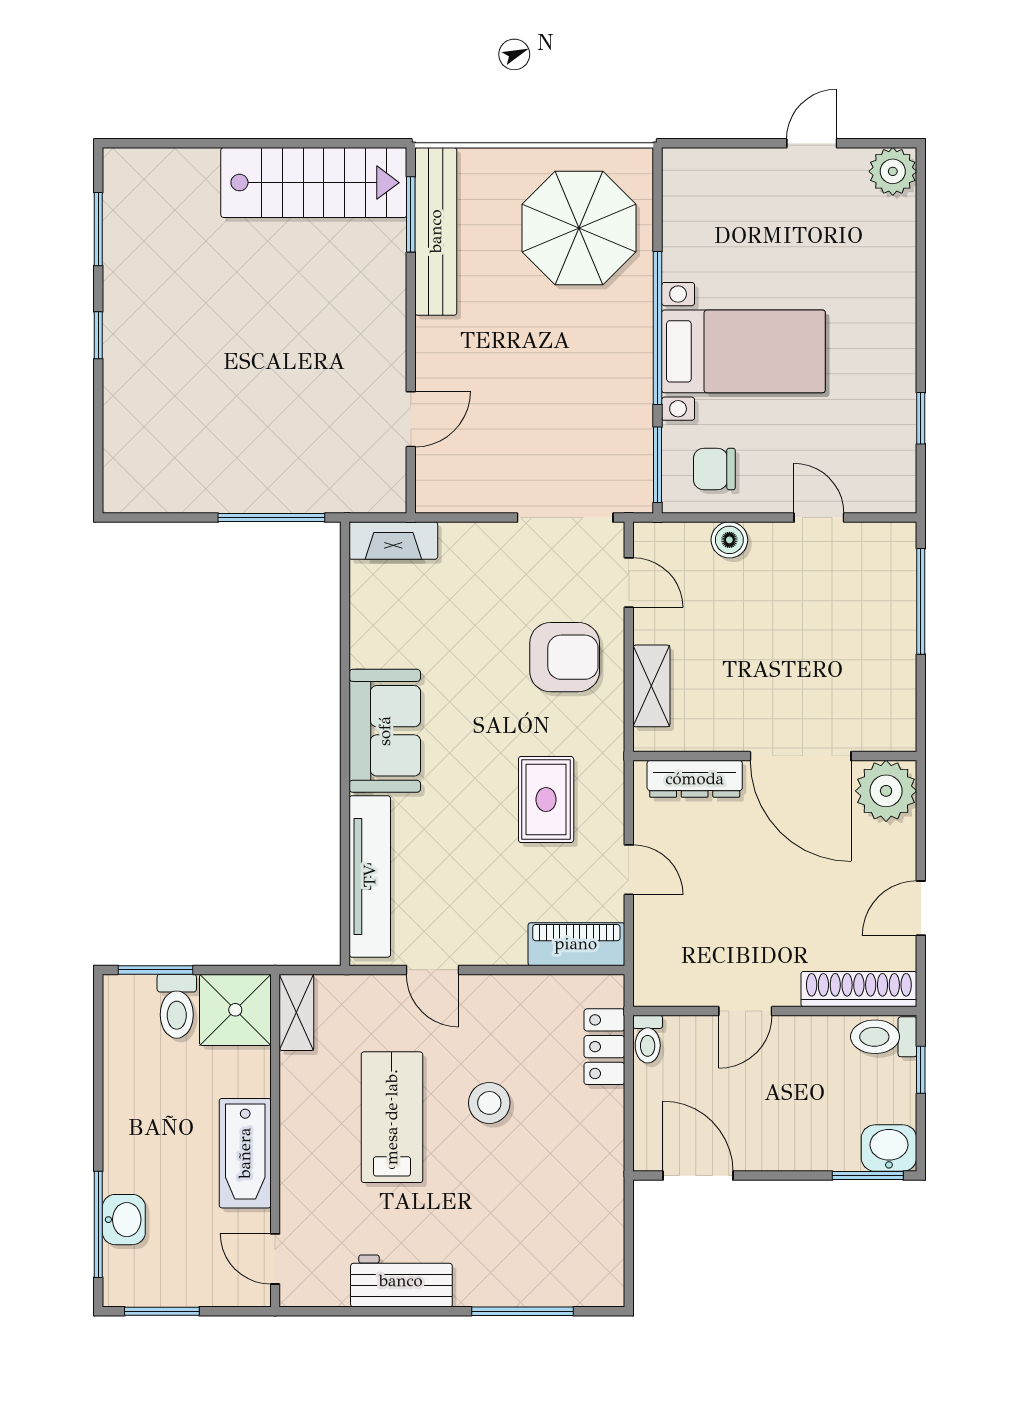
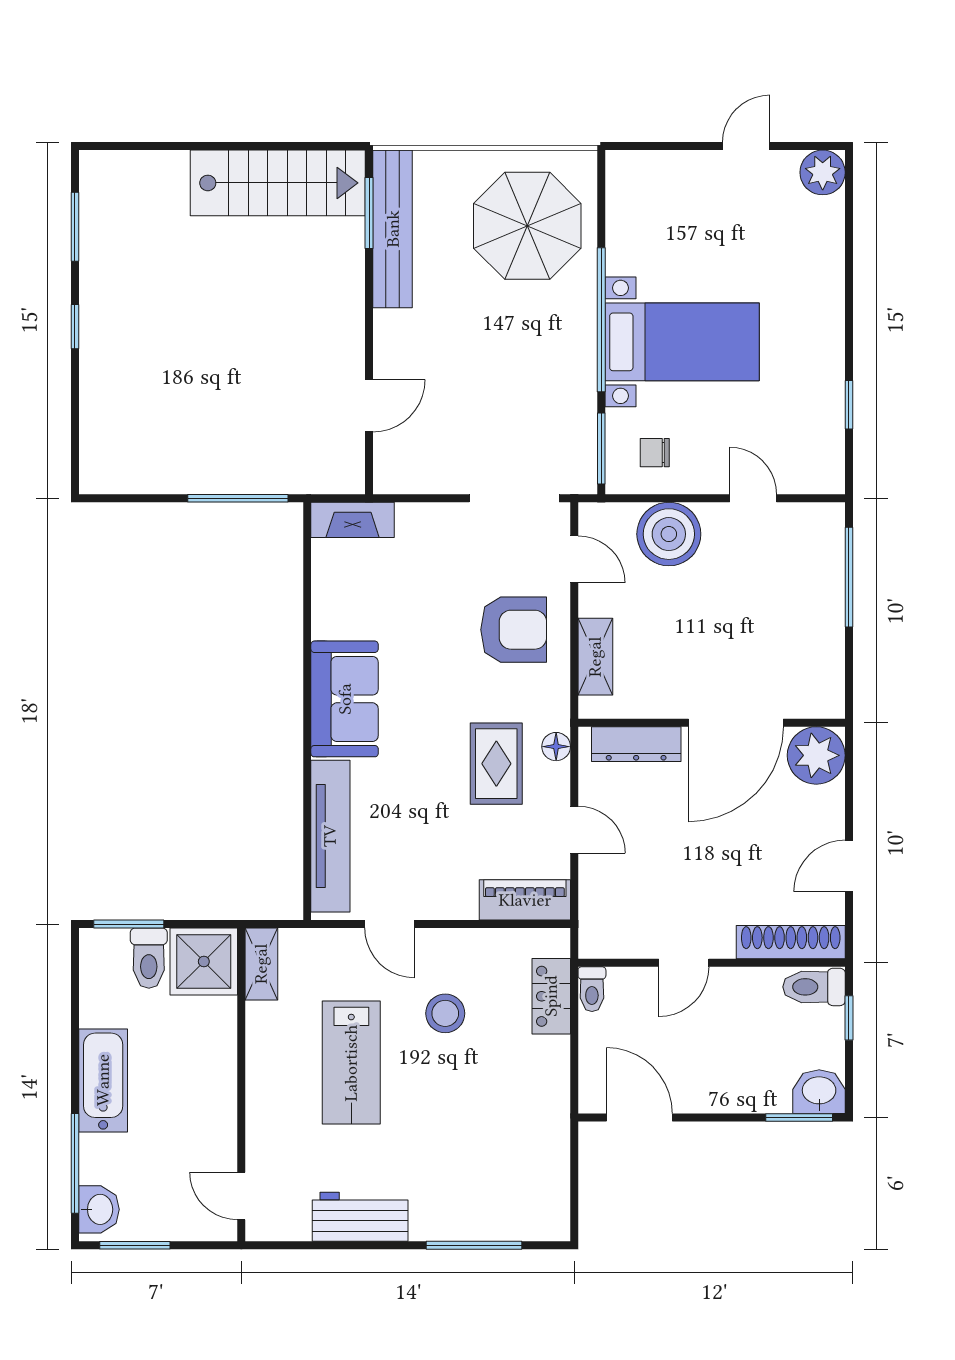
chair: (714, 469) -> (655, 453), width x0.73, depth x0.73
boiler: (729, 540) -> (669, 534), width x1.86, depth x1.86
door: (801, 756) -> (736, 723), hinge flipped
floor lamp: (610, 781) -> (556, 747), added
stool: (489, 1103) -> (445, 1013), moved
lab bench: (392, 1117) -> (351, 1063), turned 180
bathtub: (245, 1153) -> (103, 1080), moved, turned 180
washbasin: (124, 1220) -> (99, 1209), moved

